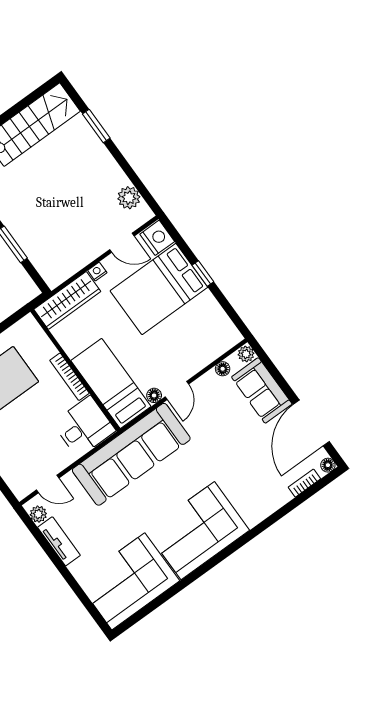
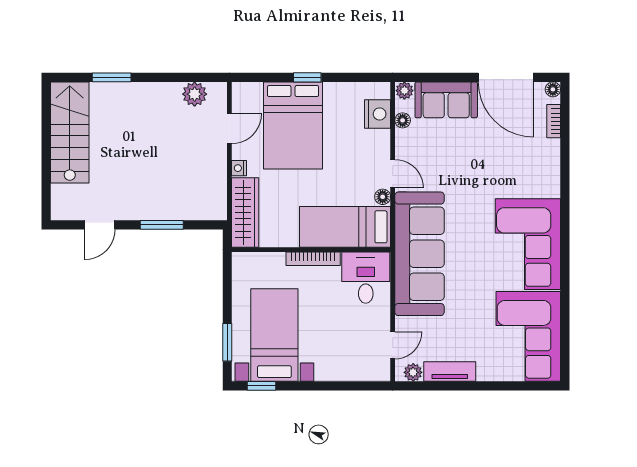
nightstand: (157, 238) -> (378, 114), moved, turned 90

